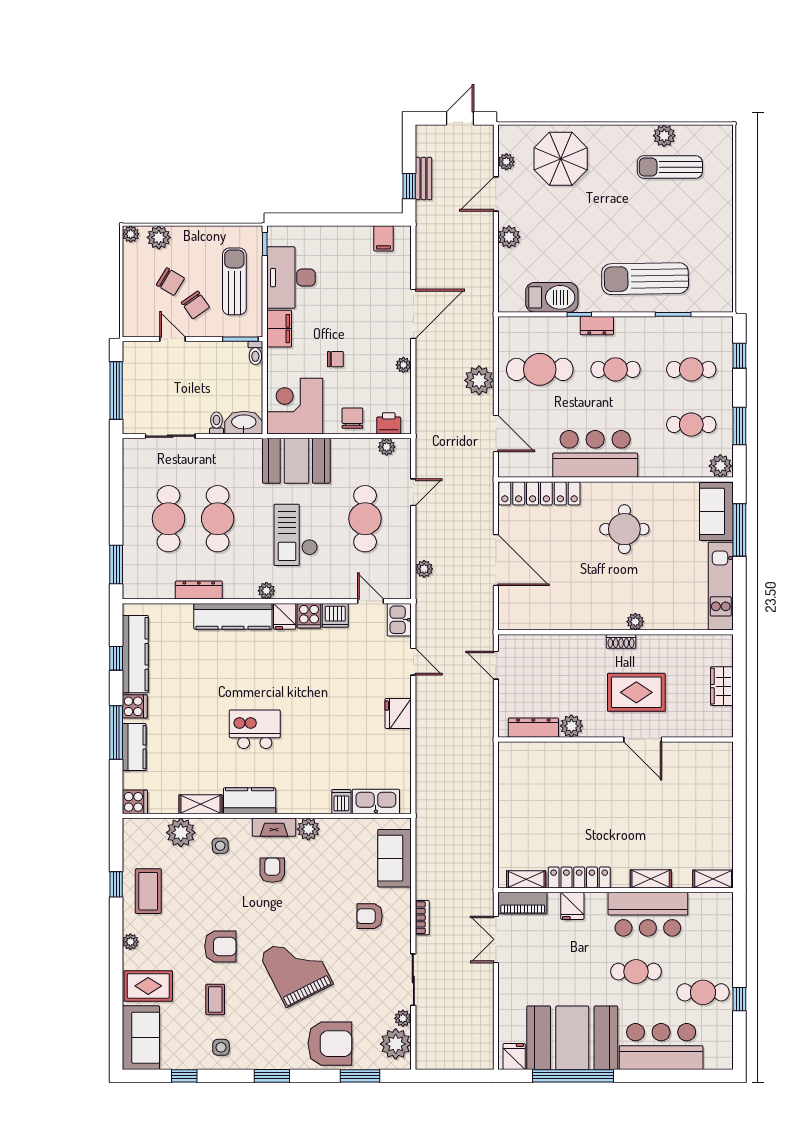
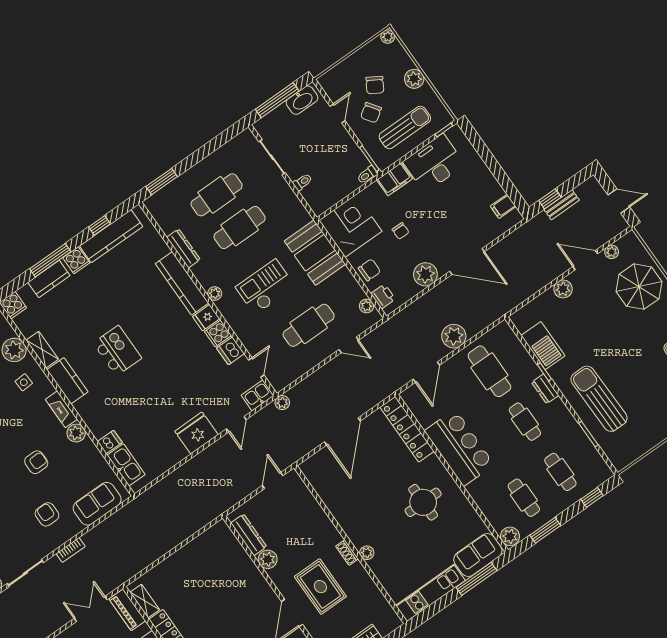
plant: (159, 237) -> (414, 79), moved
plant: (403, 365) -> (425, 274), width x1.88, depth x1.88
washbasin: (244, 423) -> (302, 100), moved, turned 90
plant: (424, 569) -> (282, 403), moved
fridge: (398, 713) -> (196, 433), width x1.36, depth x1.34
armchair: (272, 870) -> (36, 462), moved

